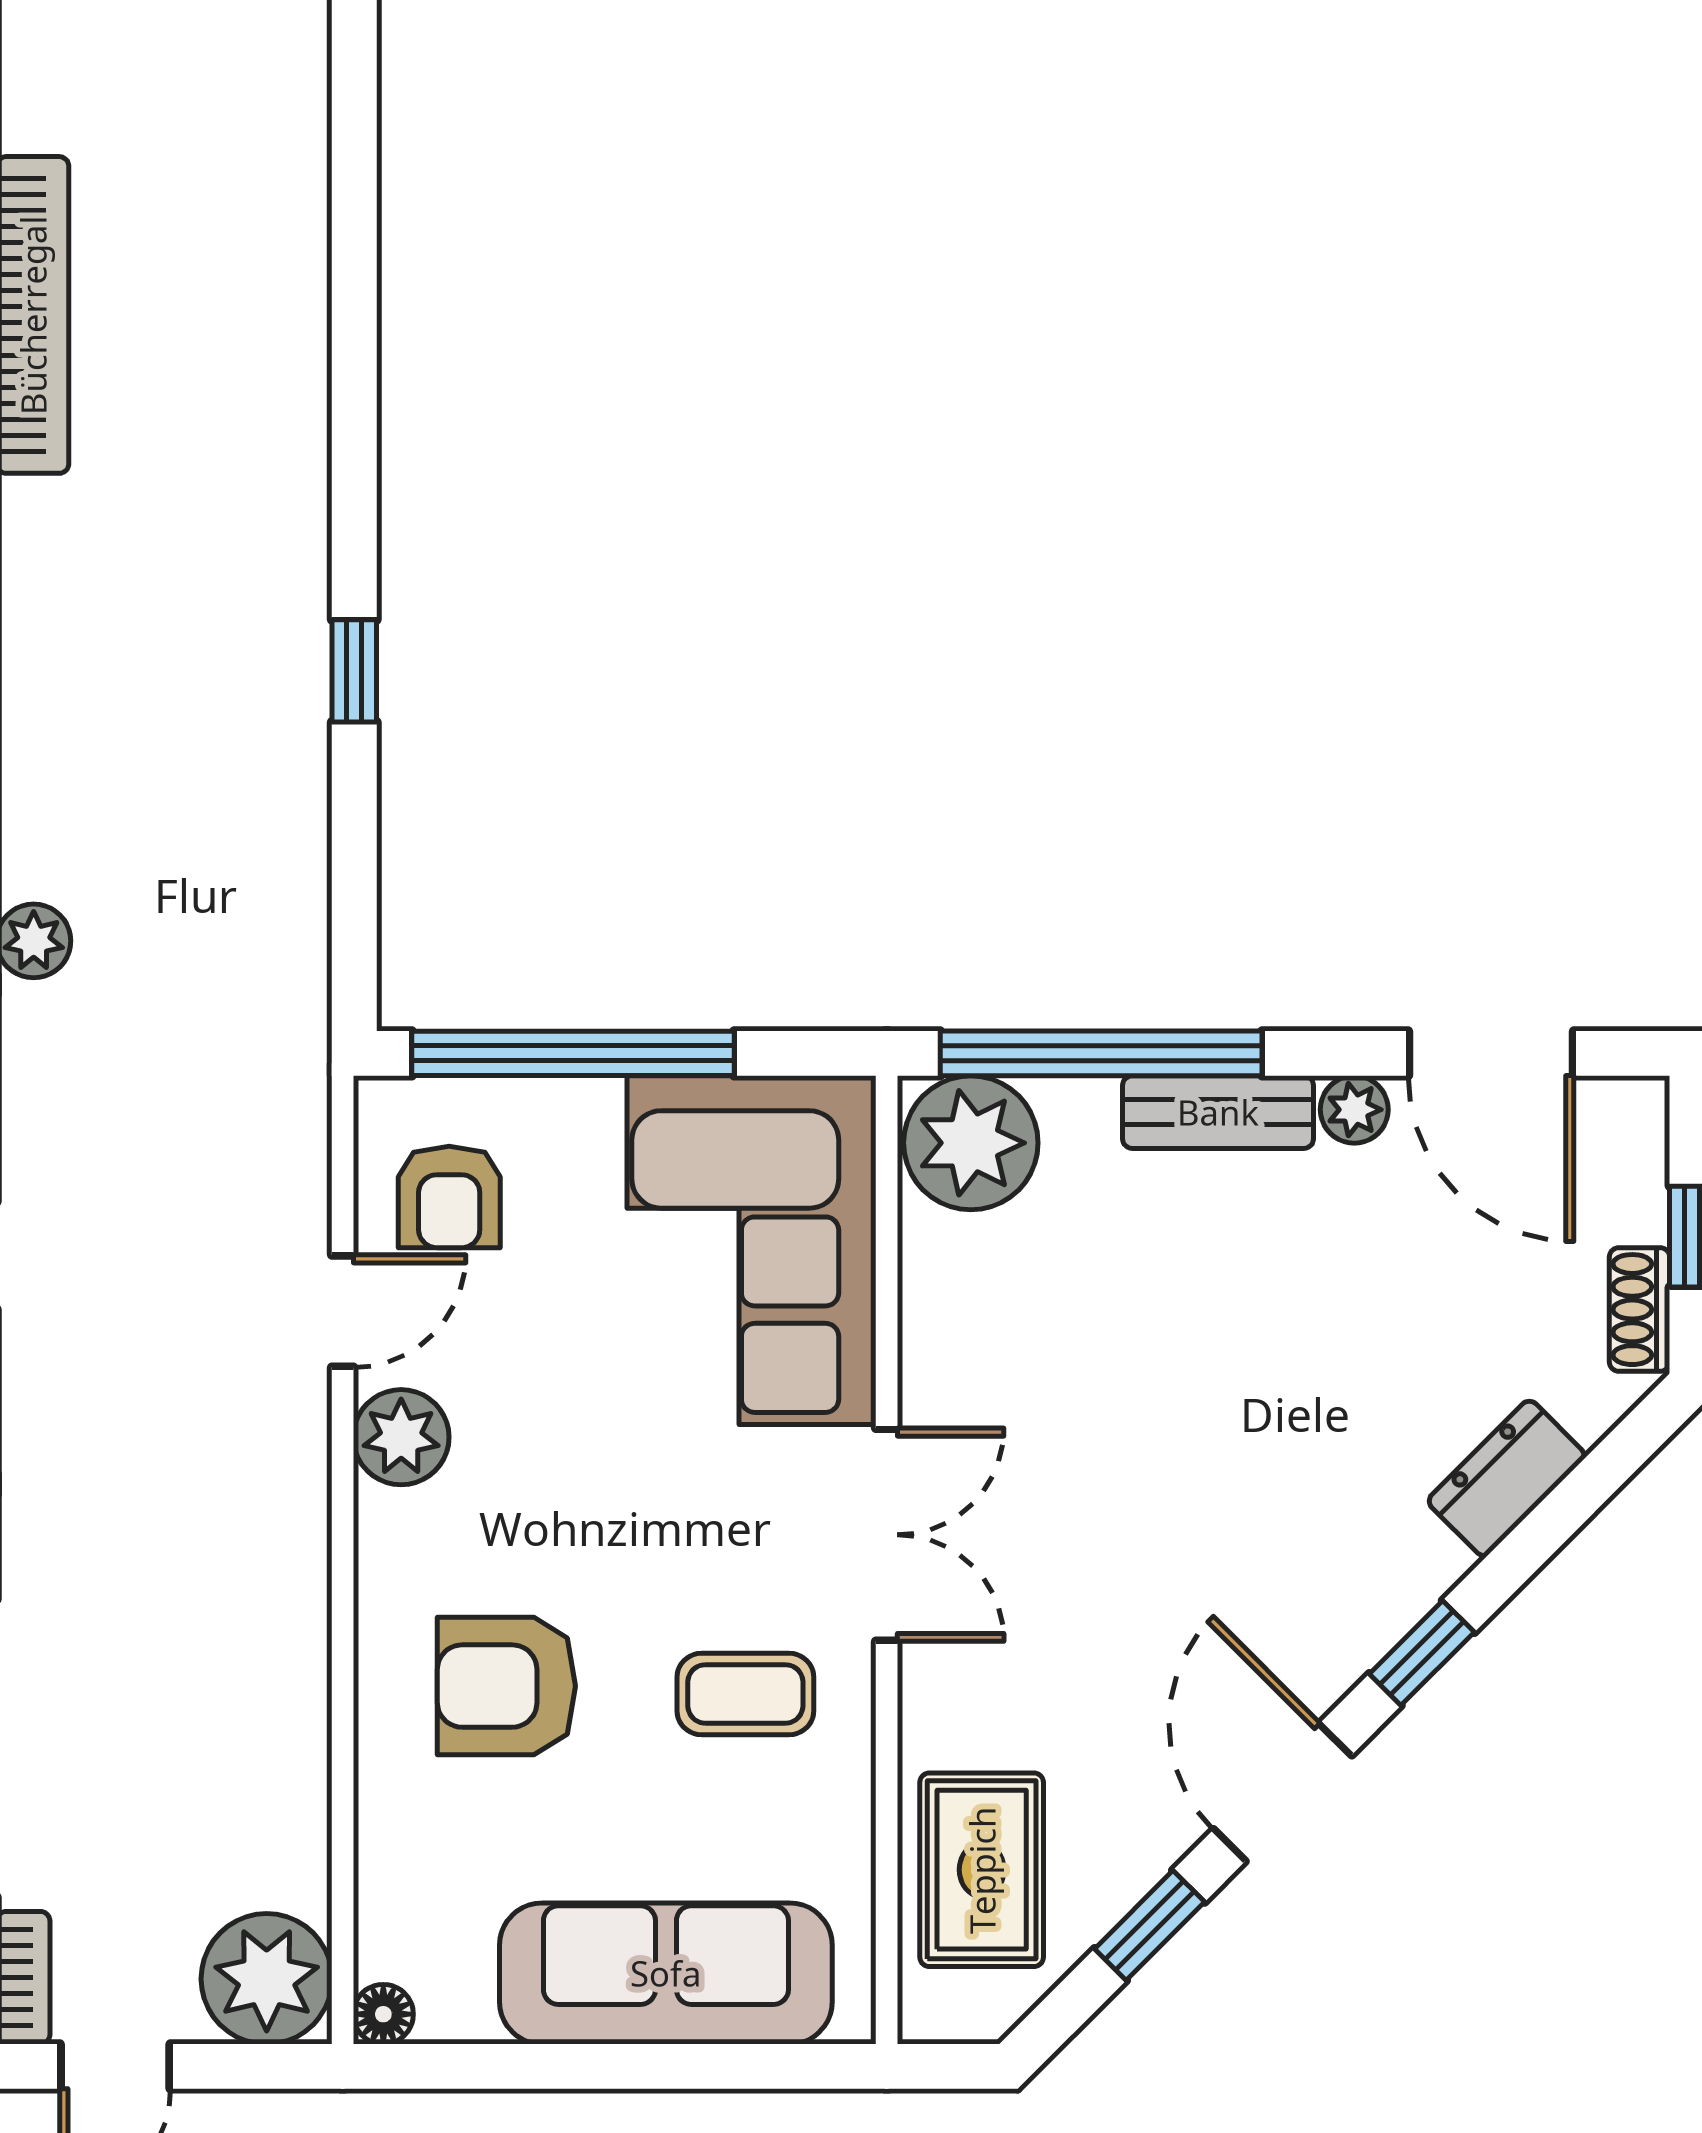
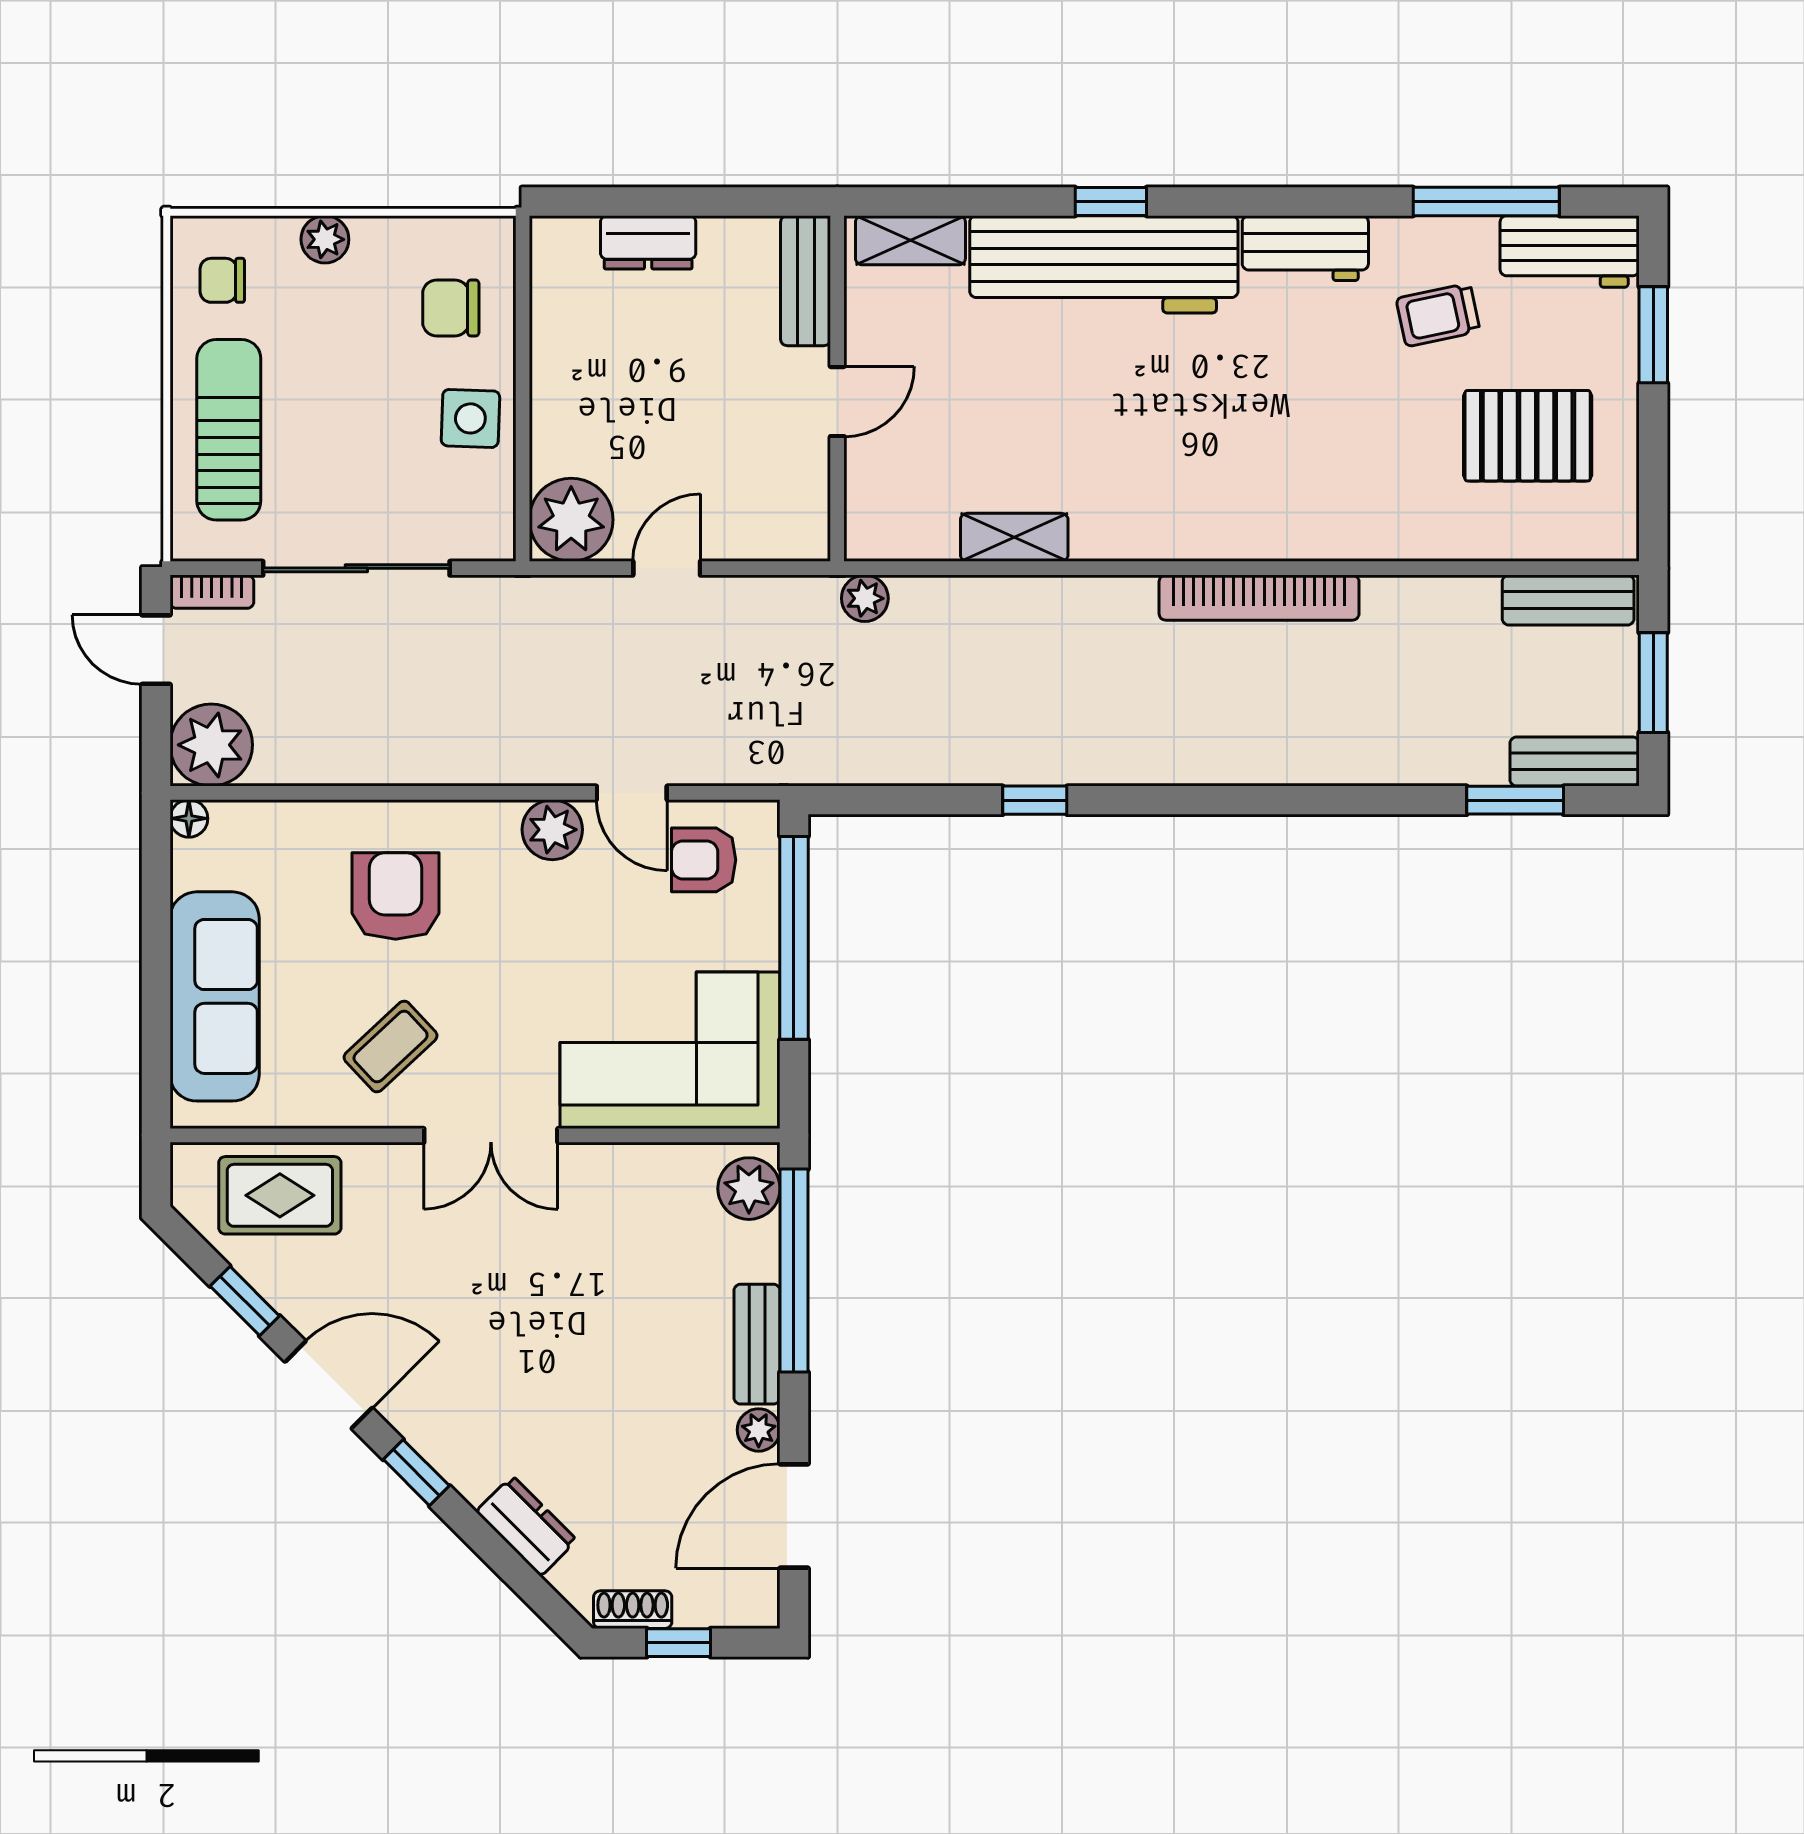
plant: (971, 1143) -> (749, 1189), width x0.73, depth x0.73
coffee table: (745, 1694) -> (391, 1047), turned 47

